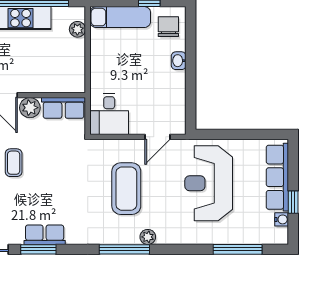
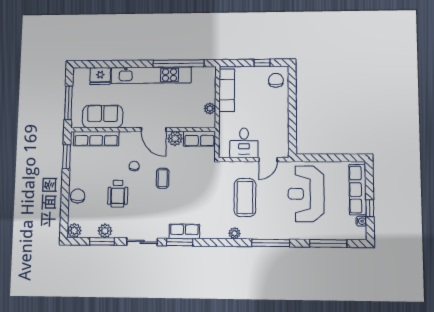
exam couch: (120, 17) -> (227, 90), moved, turned -90
plant: (77, 29) -> (210, 108), moved
washbasin: (179, 61) -> (283, 104), removed
desk: (109, 114) -> (244, 143), moved
plant: (148, 237) -> (234, 233), moved
window: (124, 249) -> (271, 243), moved

